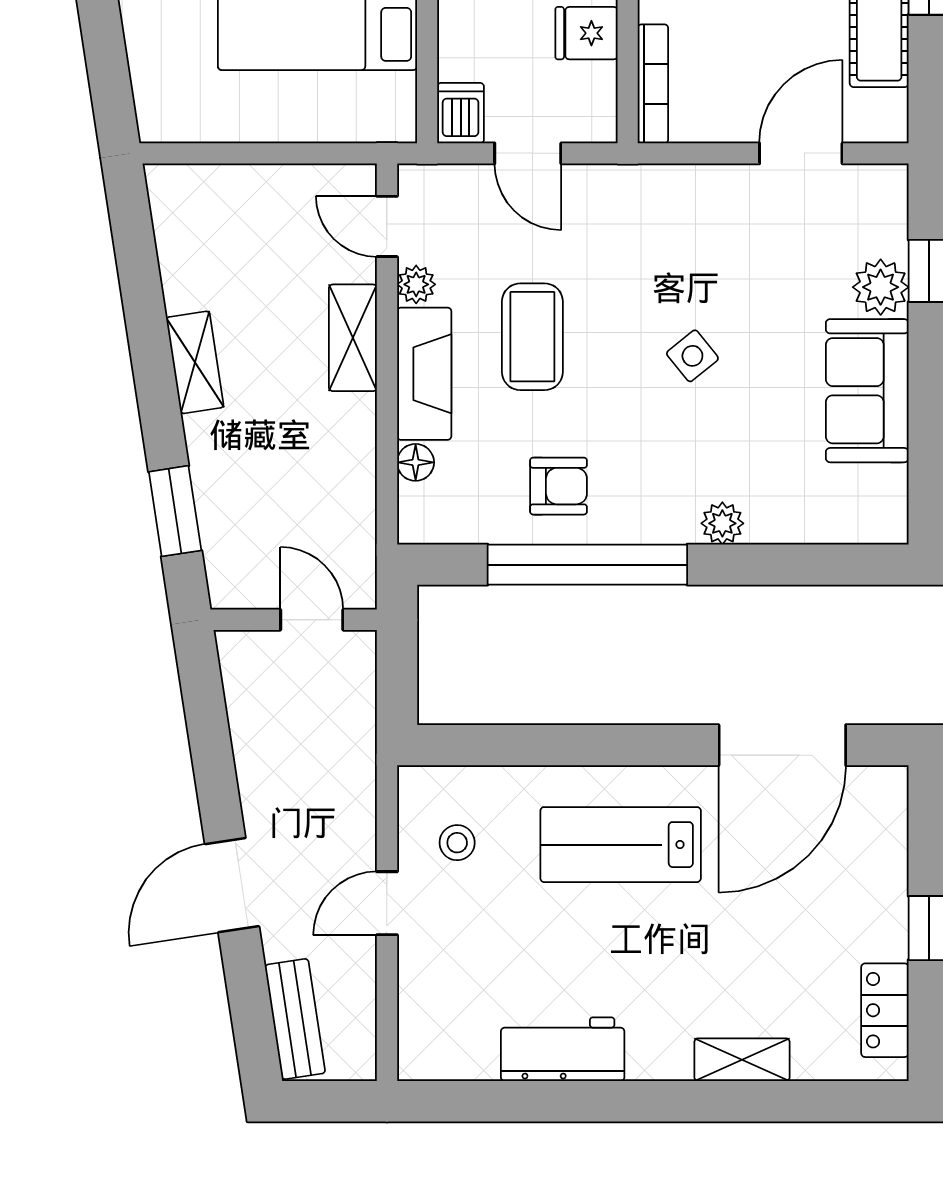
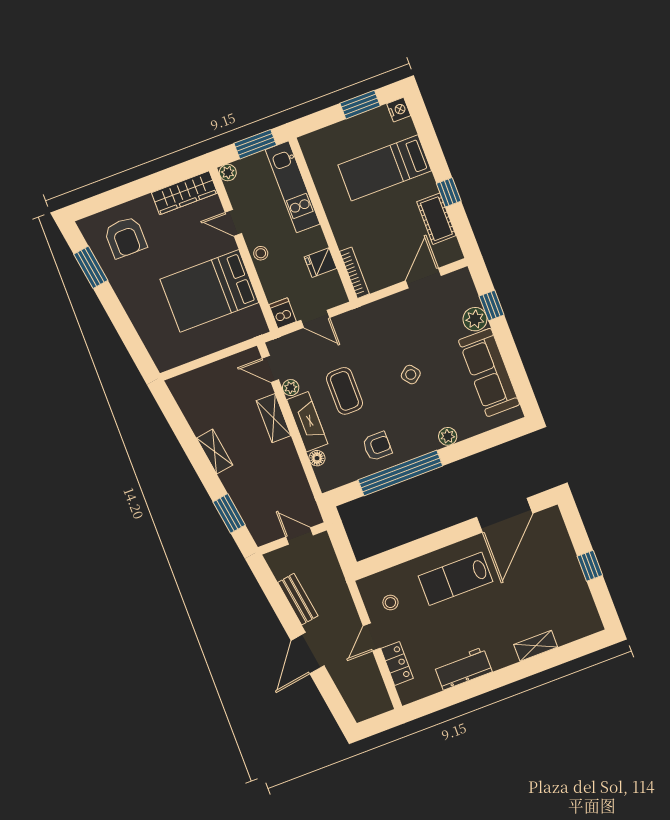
sofa: (867, 391) -> (489, 372), width x1.36
locker: (885, 1010) -> (397, 663), moved, turned 180
bench: (295, 1019) -> (298, 599), moved

